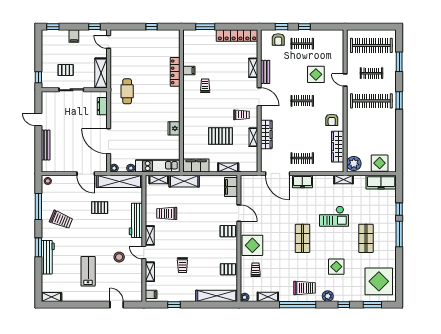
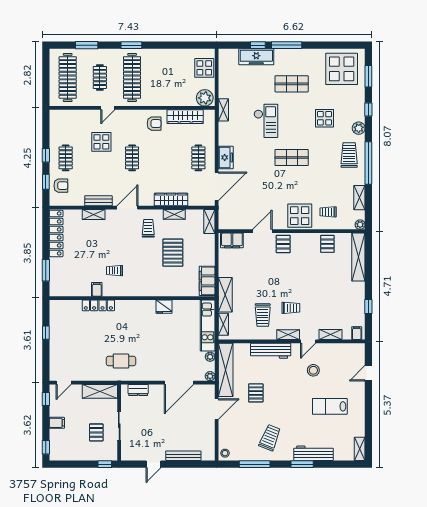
shelving: (228, 167) -> (209, 222), moved
freezer: (381, 182) -> (256, 57), moved, turned 90
trolley: (182, 265) -> (291, 308), moved

